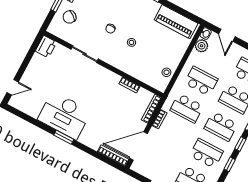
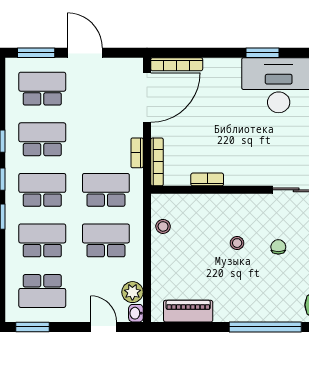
piano: (176, 22) -> (188, 311), width x0.73, depth x0.75
school desk: (201, 81) -> (106, 240), turned 180
school desk: (206, 153) -> (42, 139), turned 180

